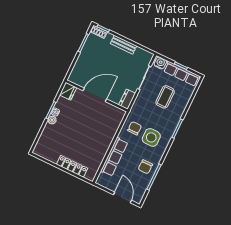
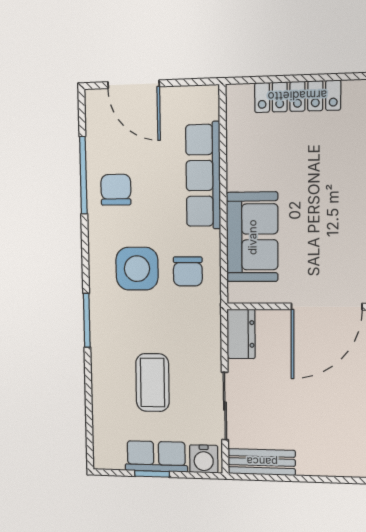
bench: (124, 45) -> (262, 462), moved
row of seats: (182, 74) -> (156, 456), width x0.68
sofa: (108, 129) -> (252, 237), added

